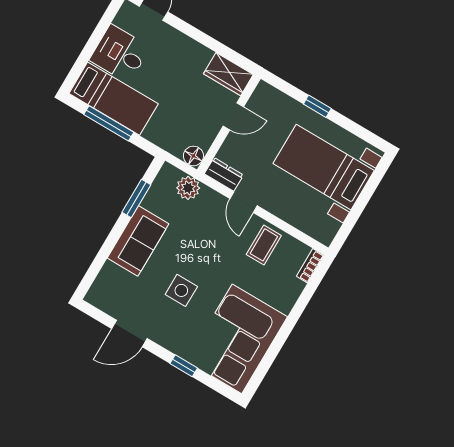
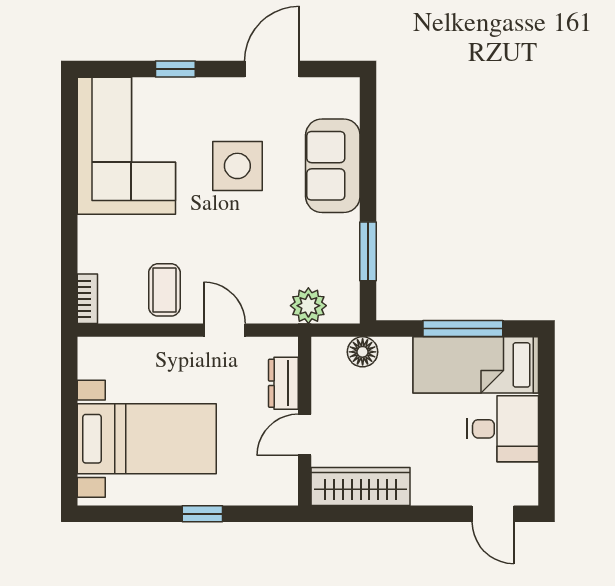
wardrobe: (228, 74) -> (361, 486), width x1.50
floor lamp: (193, 156) -> (363, 352), moved
dresser: (224, 174) -> (283, 383), moved, turned 90
sofa: (138, 241) -> (333, 166), moved
side table: (181, 290) -> (237, 166), width x1.37, depth x1.37

